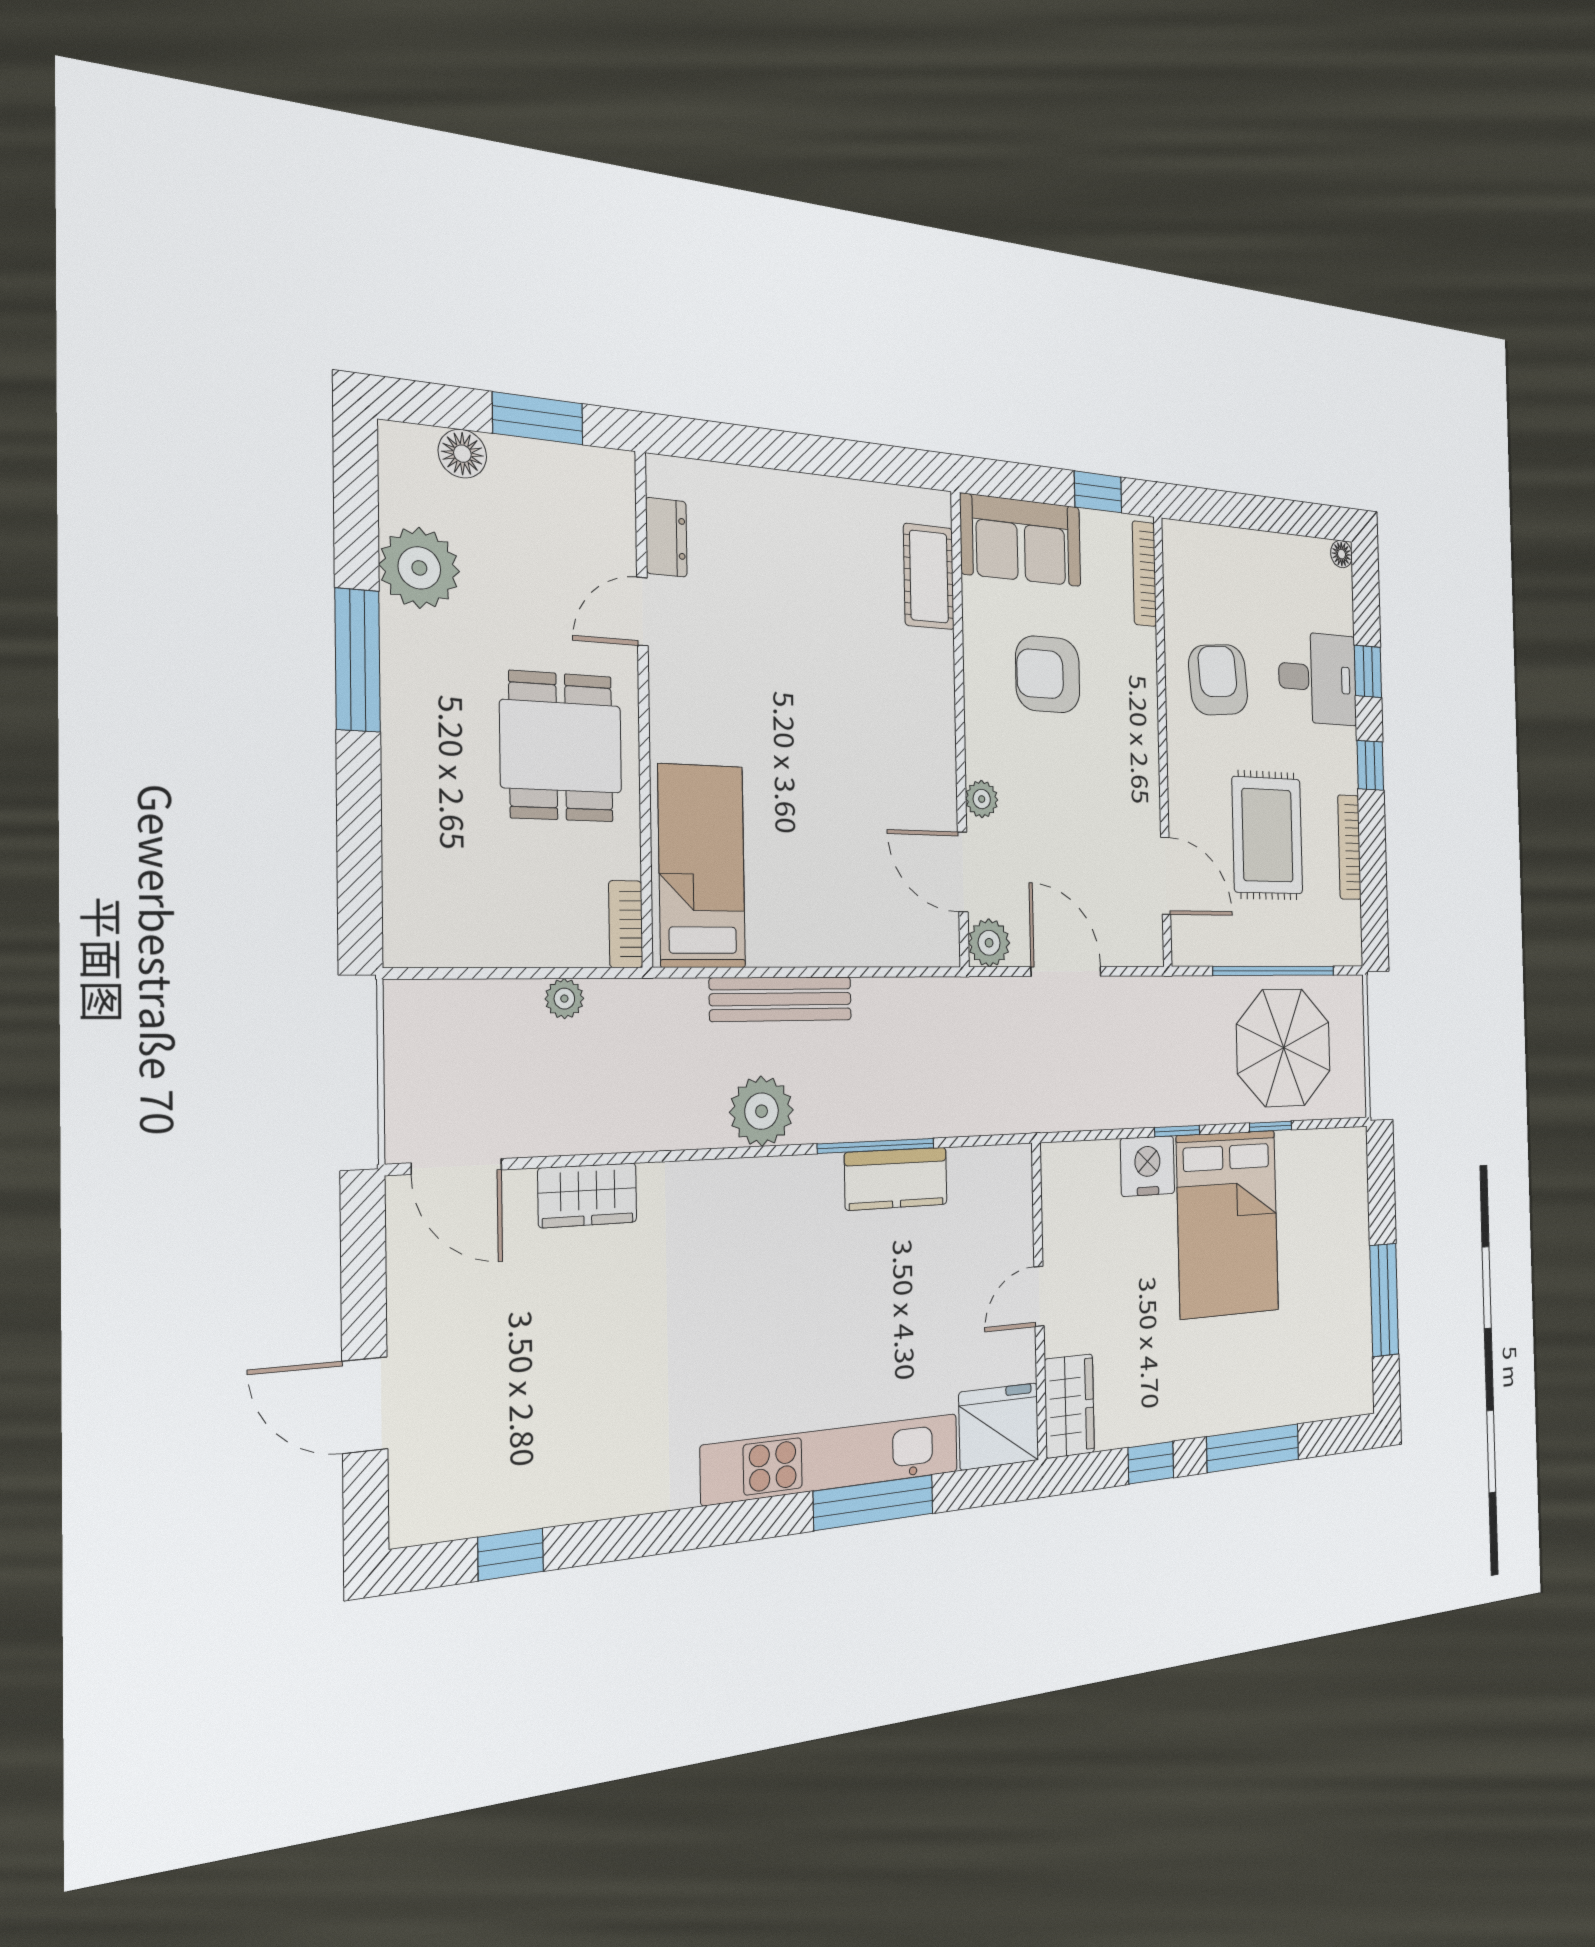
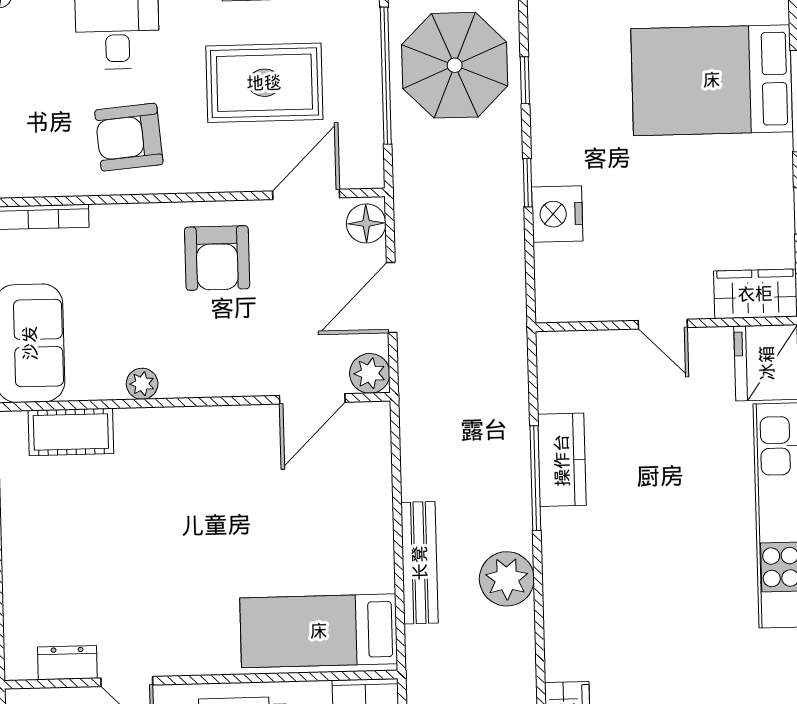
armchair: (1048, 674) -> (217, 258), moved
plant: (982, 799) -> (142, 384), moved
floor lamp: (1138, 944) -> (366, 223), added
bed: (1228, 1224) -> (712, 80), moved, turned 180

